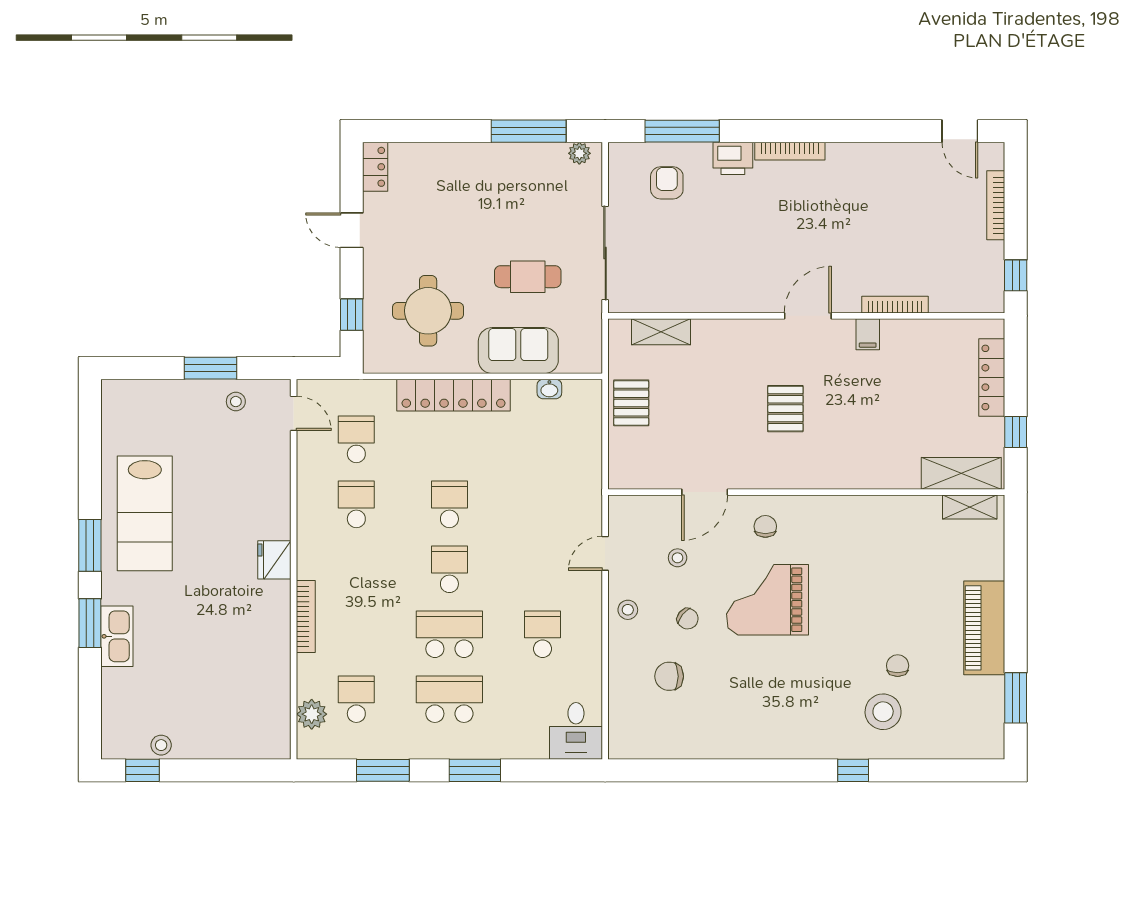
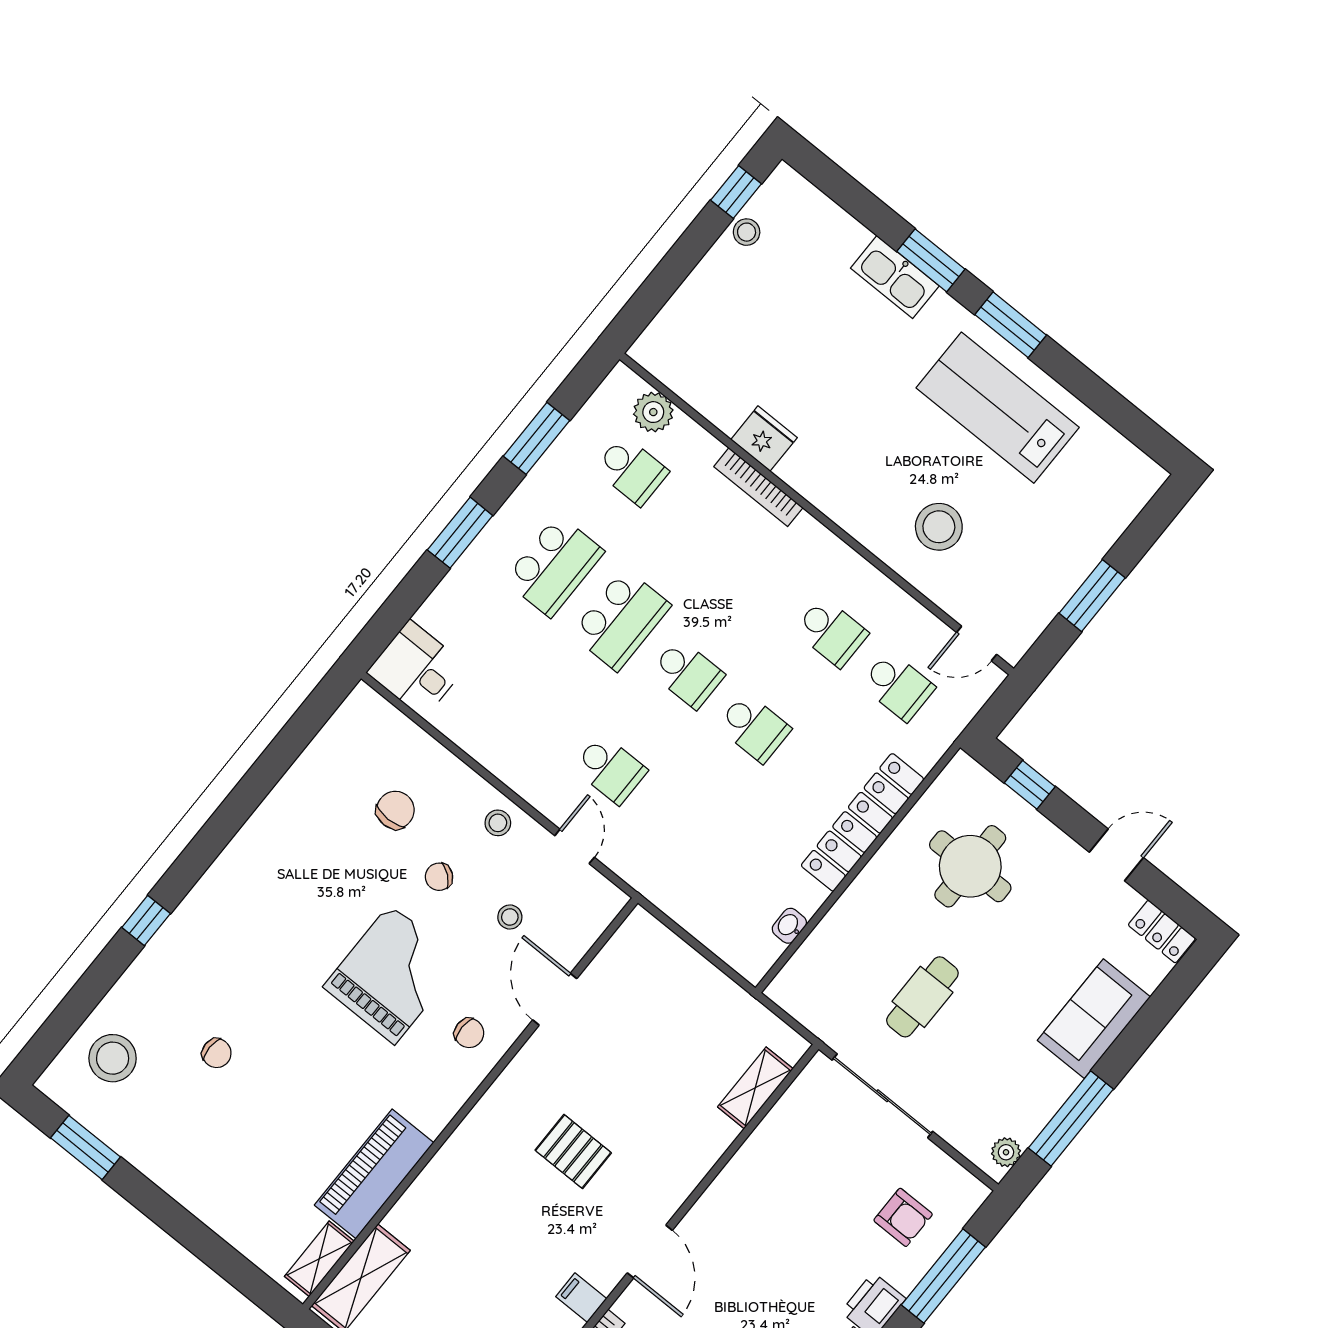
sofa: (518, 351) -> (1094, 1019), moved, turned 180
stool: (236, 402) -> (939, 527), moved, width x1.89, depth x1.89
pallet: (631, 403) -> (707, 998), removed
fridge: (274, 560) -> (764, 439), moved
piano: (984, 628) -> (374, 1174), moved, turned -90
school desk: (543, 634) -> (610, 769), moved
stool: (883, 712) -> (113, 1058), moved

